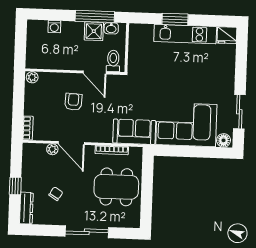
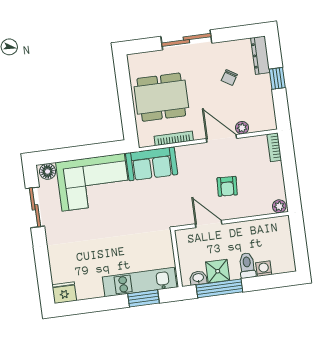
window: (175, 19) -> (143, 298), moved
kitchen unit: (185, 34) -> (140, 282), moved
toilet: (113, 61) -> (247, 265), moved, turned 180

